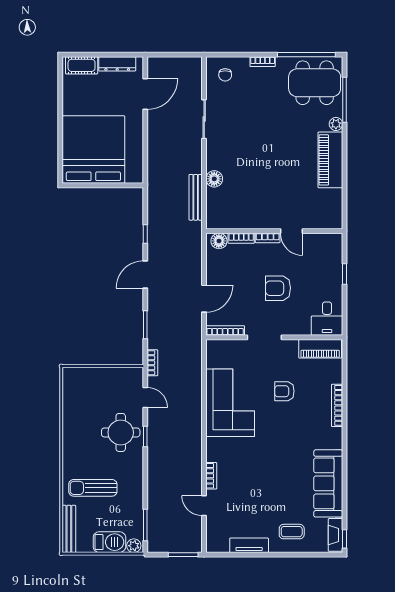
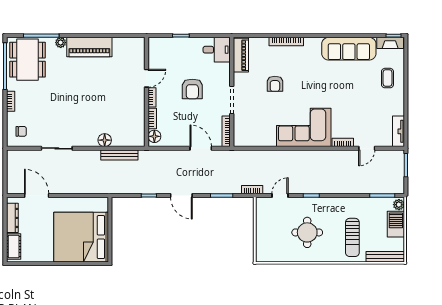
corner sofa: (230, 403) -> (304, 127), moved
round table: (121, 432) -> (307, 232), moved
tv unit: (249, 545) -> (398, 131), moved

